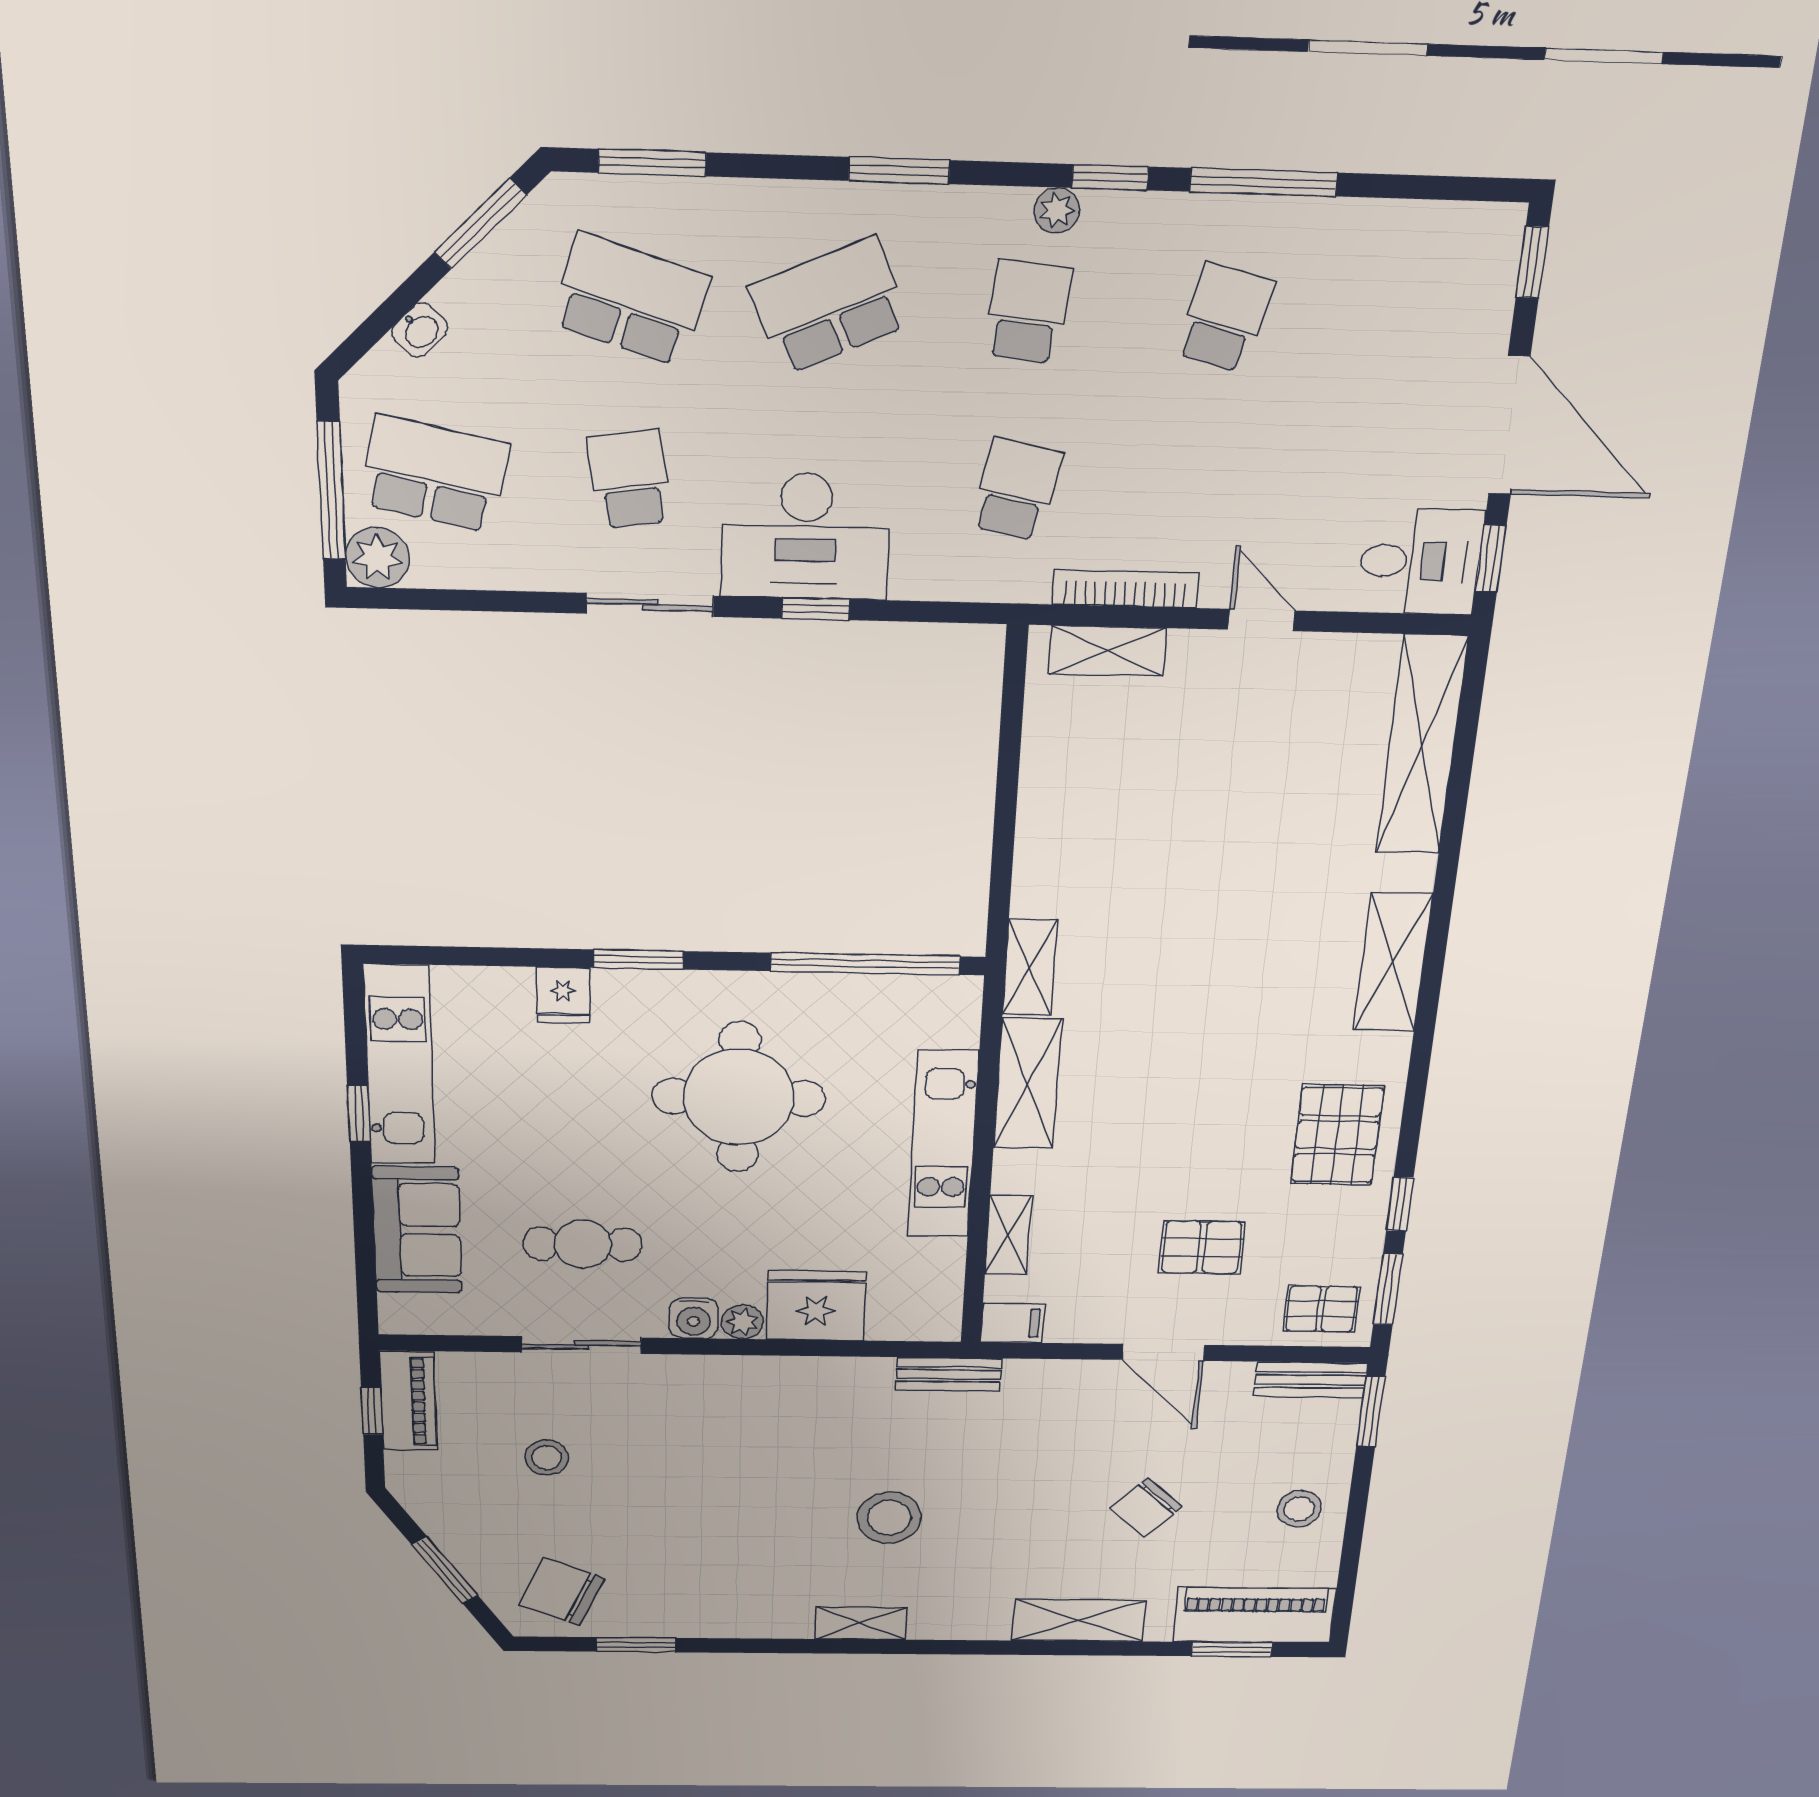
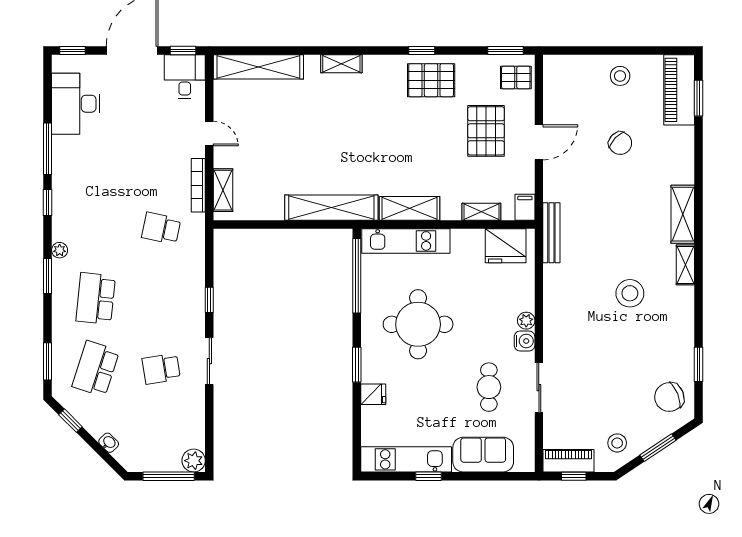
plant: (1057, 210) -> (60, 250), moved
window: (480, 224) -> (70, 421), width x0.67
school desk: (830, 306) -> (96, 298), turned 30
school desk: (1028, 312) -> (96, 228), removed
school desk: (1225, 318) -> (96, 158), removed
school desk: (434, 474) -> (161, 439), removed
desk: (806, 536) -> (76, 104), moved, turned 180
door: (1261, 620) -> (209, 133), swing flipped
shelving: (1393, 962) -> (341, 64), width x0.67, depth x0.75
shelving: (1030, 967) -> (331, 208), width x2.20, depth x1.33
kitchen unit: (943, 1144) -> (406, 241), moved
window: (1400, 1204) -> (422, 50), moved
pallet: (1202, 1247) -> (486, 131), width x1.50, depth x1.42
fridge: (816, 1306) -> (506, 246), moved, turned -90
pallet: (1321, 1309) -> (516, 77), turned 90
bench: (949, 1374) -> (551, 233), width x1.36
bench: (1310, 1380) -> (552, 78), removed
window: (1371, 1411) -> (568, 50), removed
stool: (547, 1458) -> (617, 443), moved
stool: (889, 1518) -> (630, 293), moved
chair: (561, 1592) -> (669, 397), turned 45
shelving: (1079, 1620) -> (683, 214), moved

